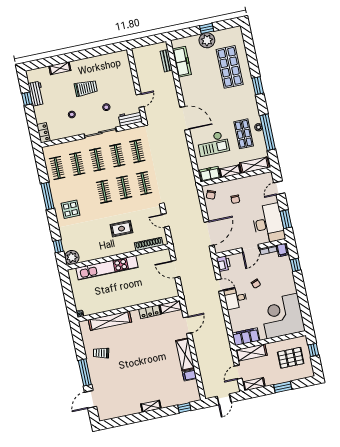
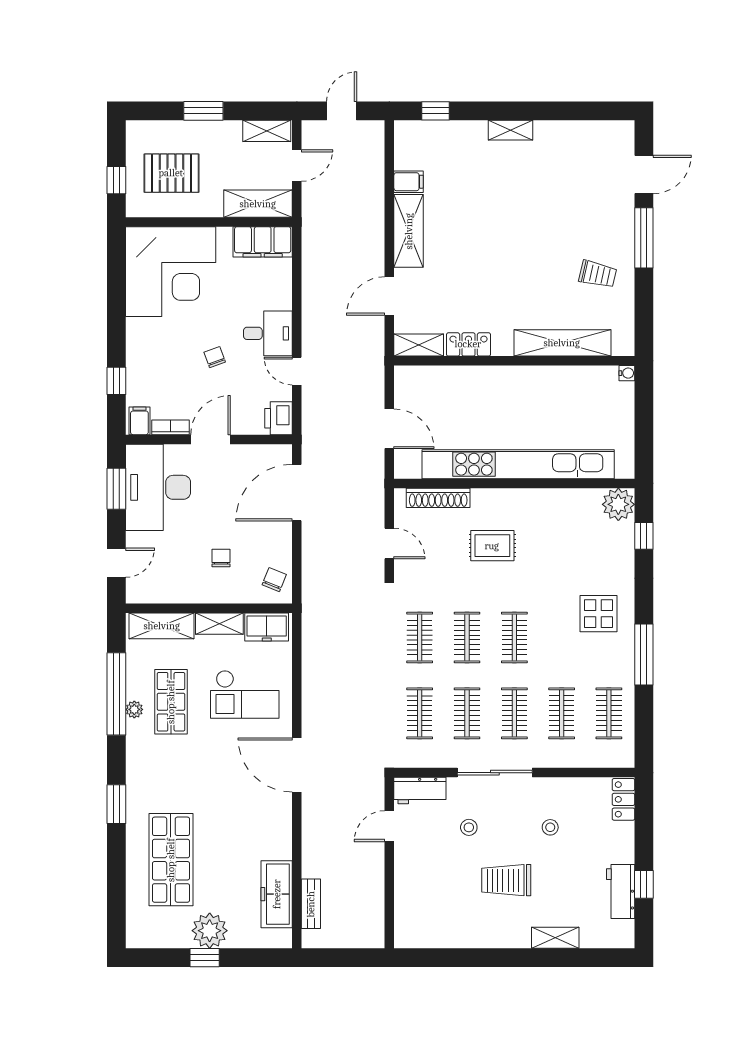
checkout: (213, 144) -> (245, 694), turned 180
kitchen unit: (107, 268) -> (518, 464), width x1.36

